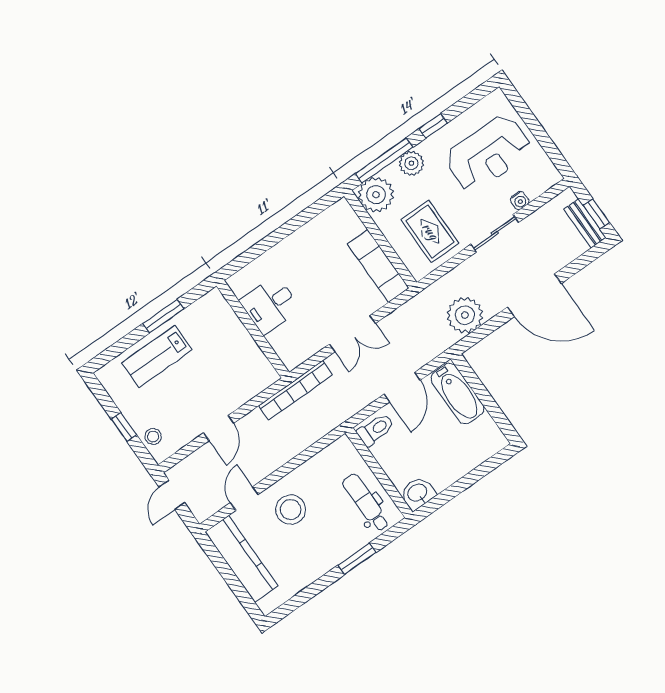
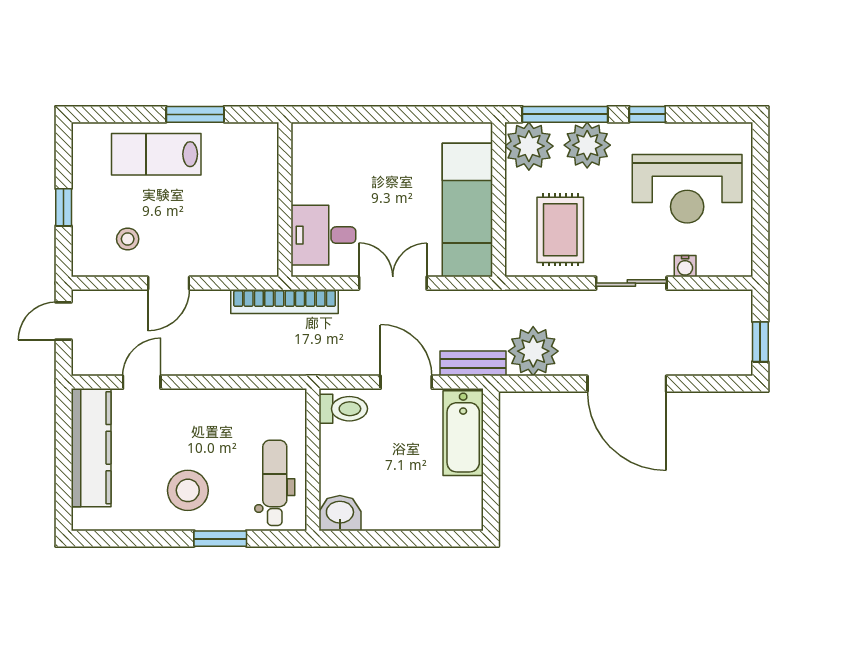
plant: (411, 163) -> (587, 145), width x1.36, depth x1.36
bench: (585, 223) -> (473, 363), moved, turned 90
exam couch: (378, 266) -> (467, 210), width x1.36, depth x1.45
desk: (270, 305) -> (323, 235), moved
double door: (352, 334) -> (393, 283), swing flipped
door: (402, 387) -> (406, 382), swing flipped
stool: (153, 437) -> (128, 239), moved
stool: (291, 510) -> (188, 490), moved

